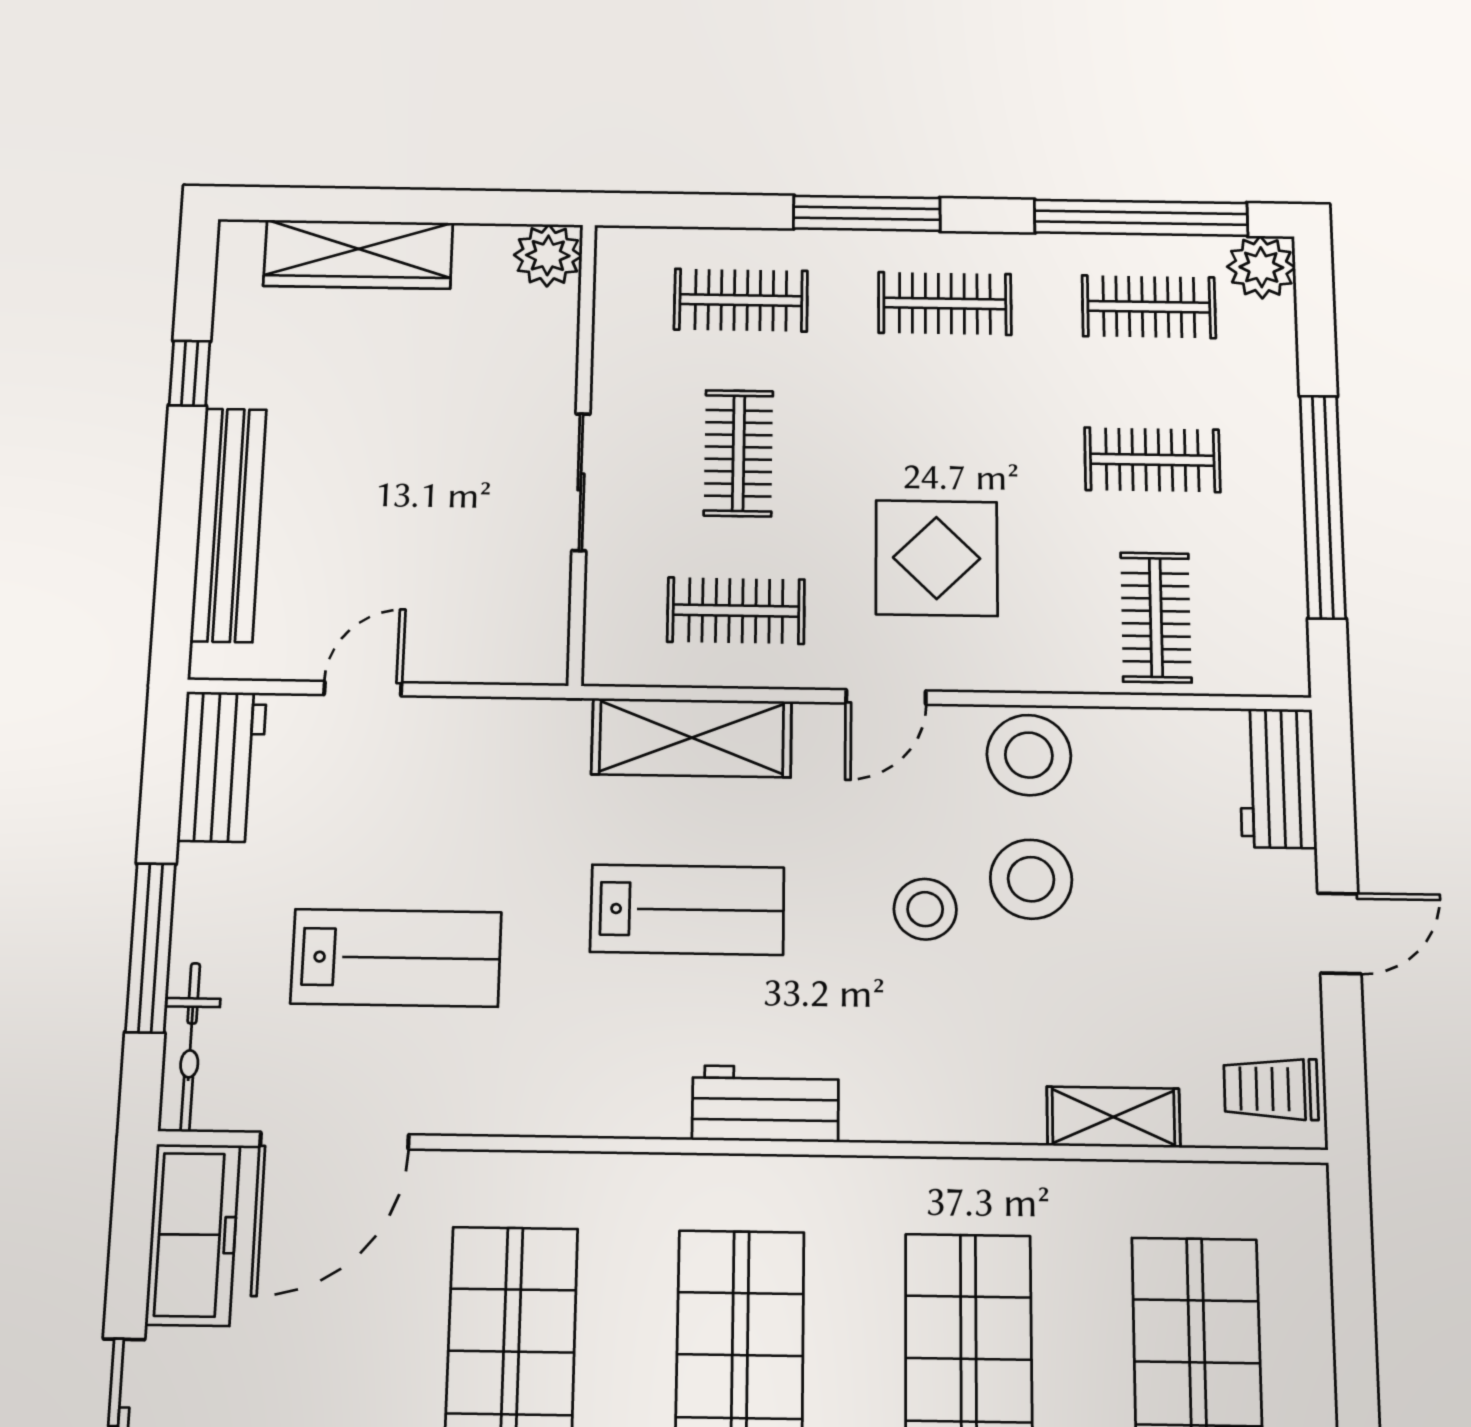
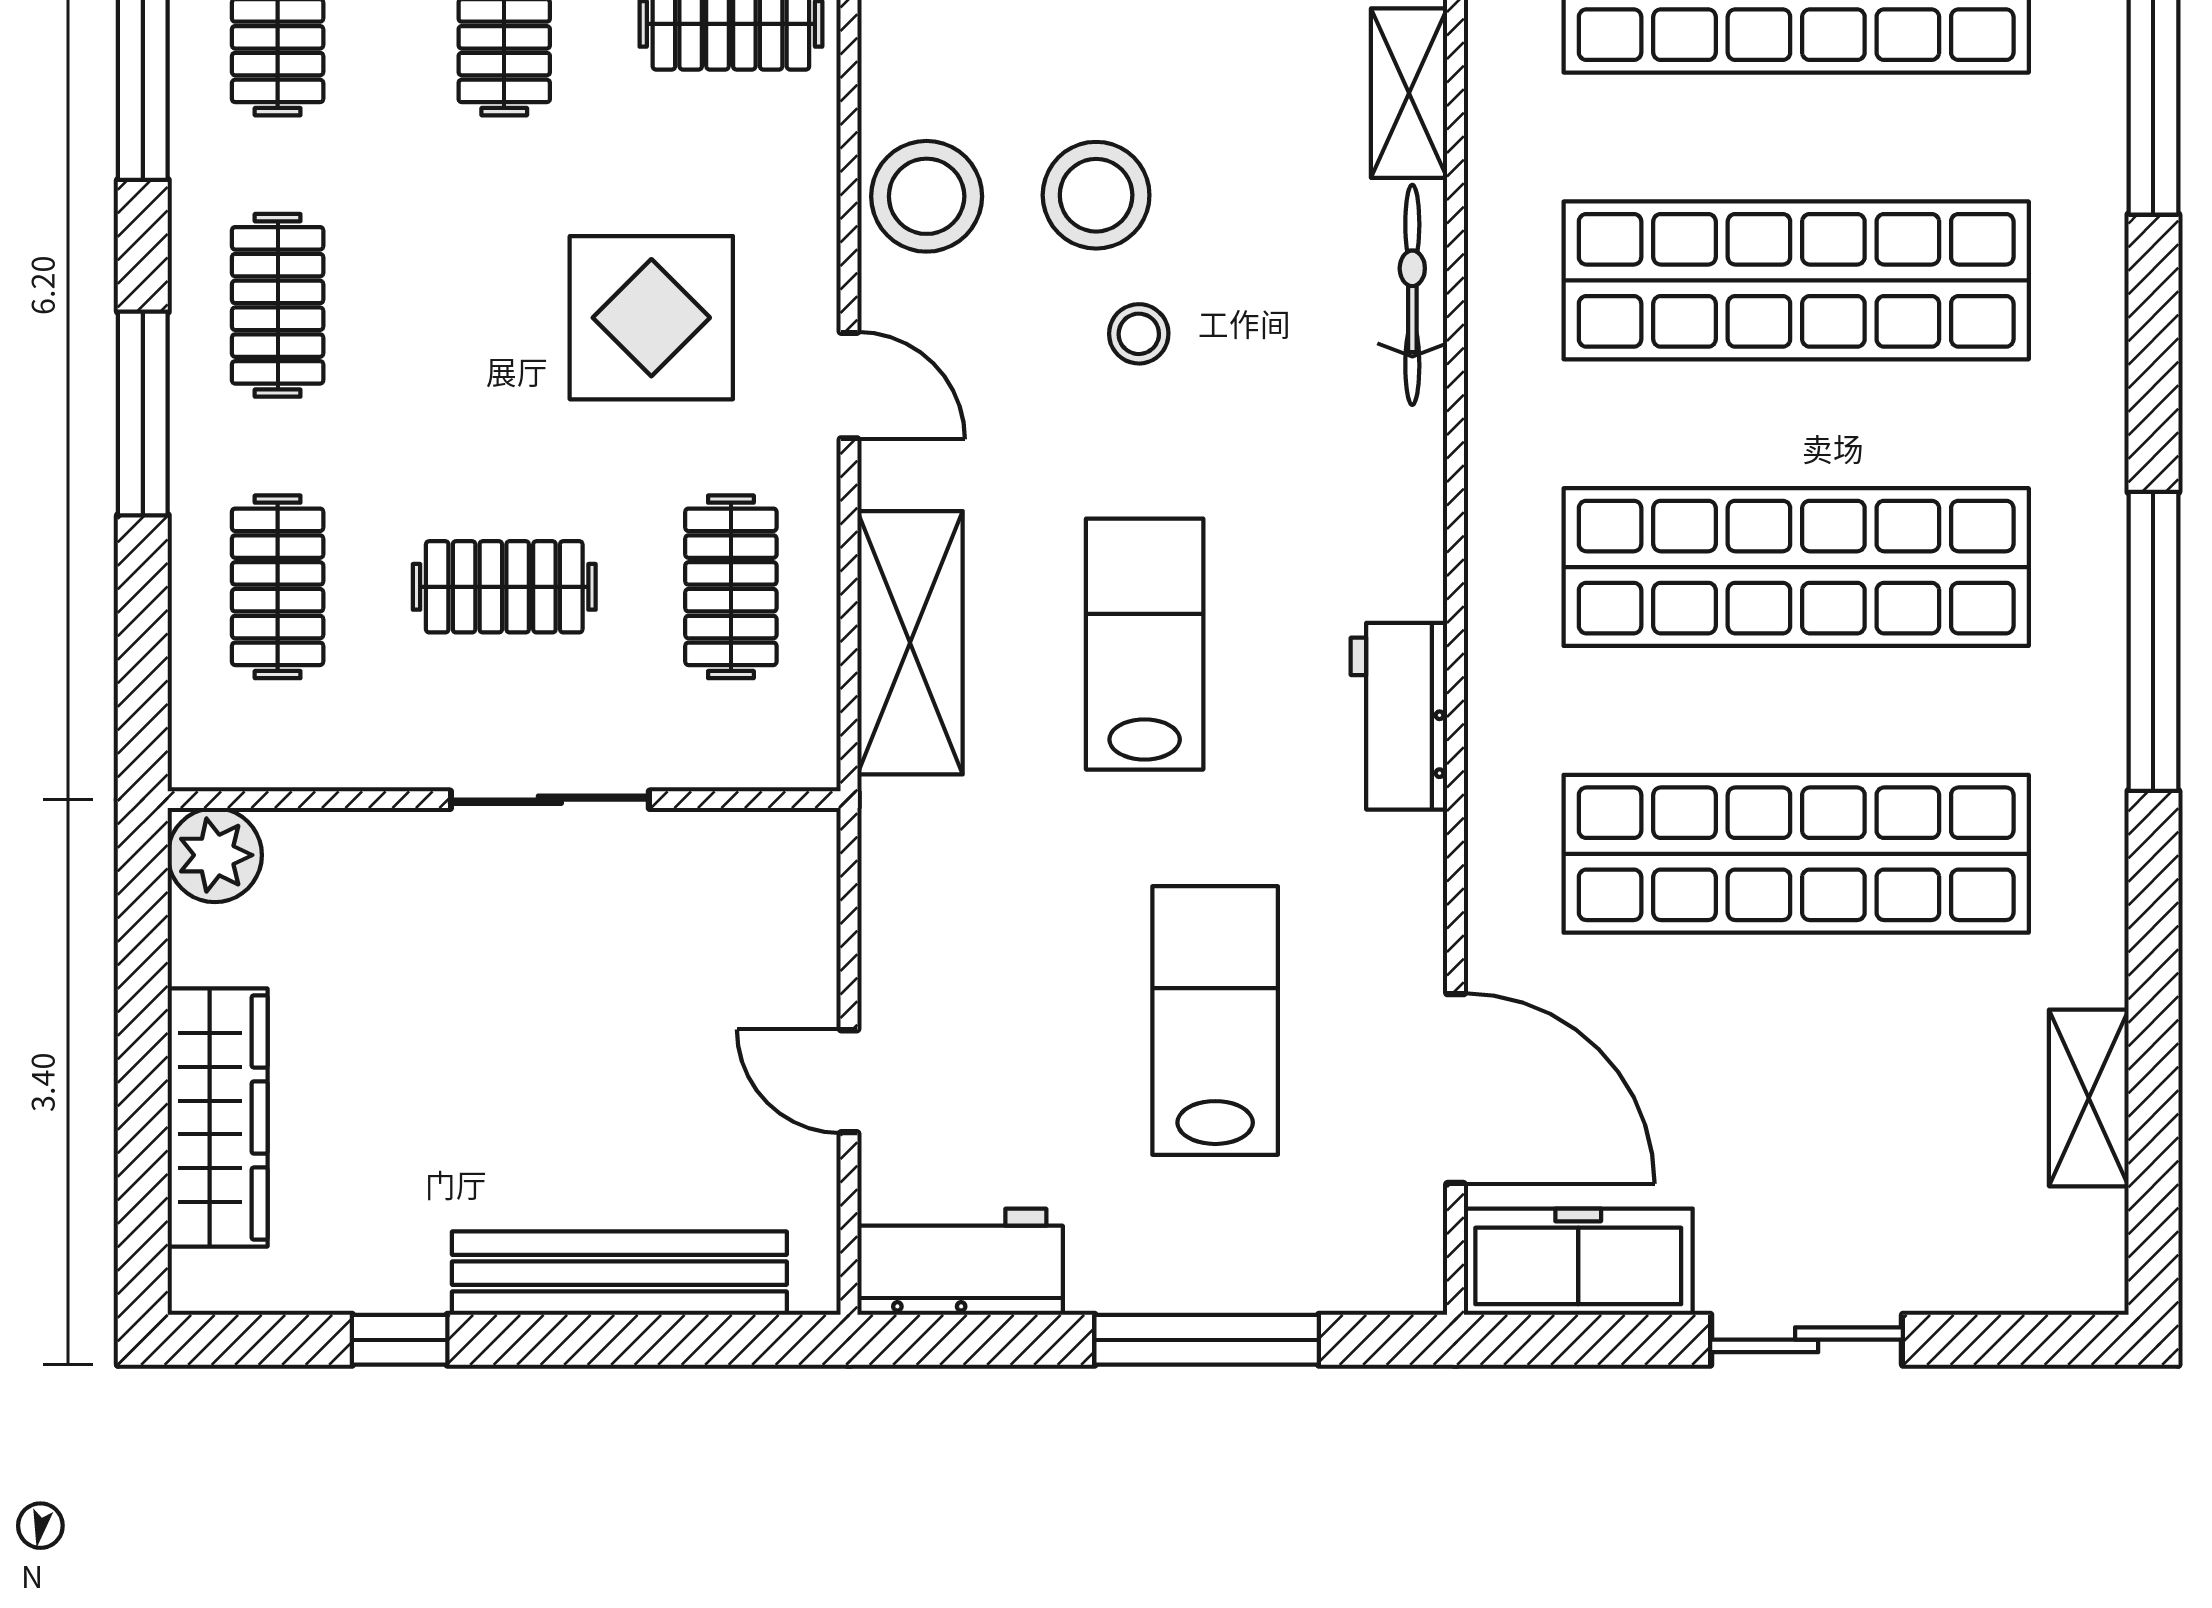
stool: (925, 909) -> (1139, 334), width x0.73, depth x0.73
bicycle: (190, 1047) -> (1412, 295), moved, turned -90
workbench: (765, 1104) -> (1399, 716), moved

